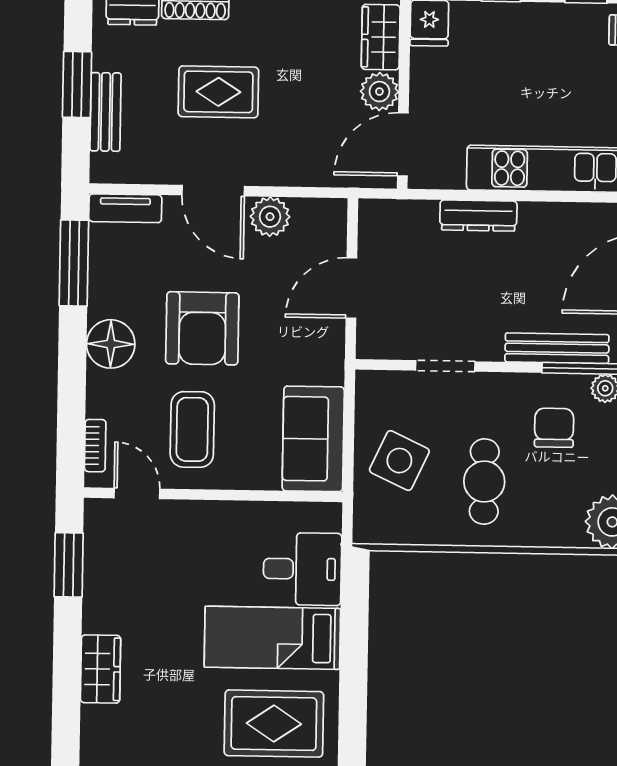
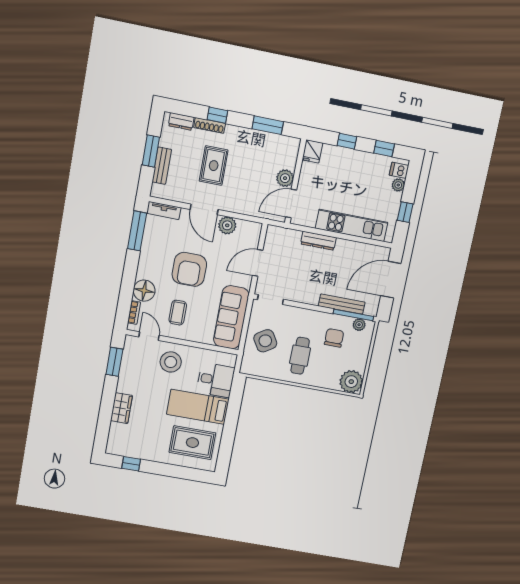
wardrobe: (381, 37) -> (290, 154), removed
rug: (218, 92) -> (214, 166), turned 90
floor lamp: (111, 344) -> (144, 291), moved
doorway: (445, 366) -> (270, 300), moved
coffee table: (192, 429) -> (178, 313), width x0.73, depth x0.77
sofa: (313, 439) -> (231, 317), width x1.36
side table: (399, 461) -> (265, 341), turned 33
stool: (195, 544) -> (171, 362), added

